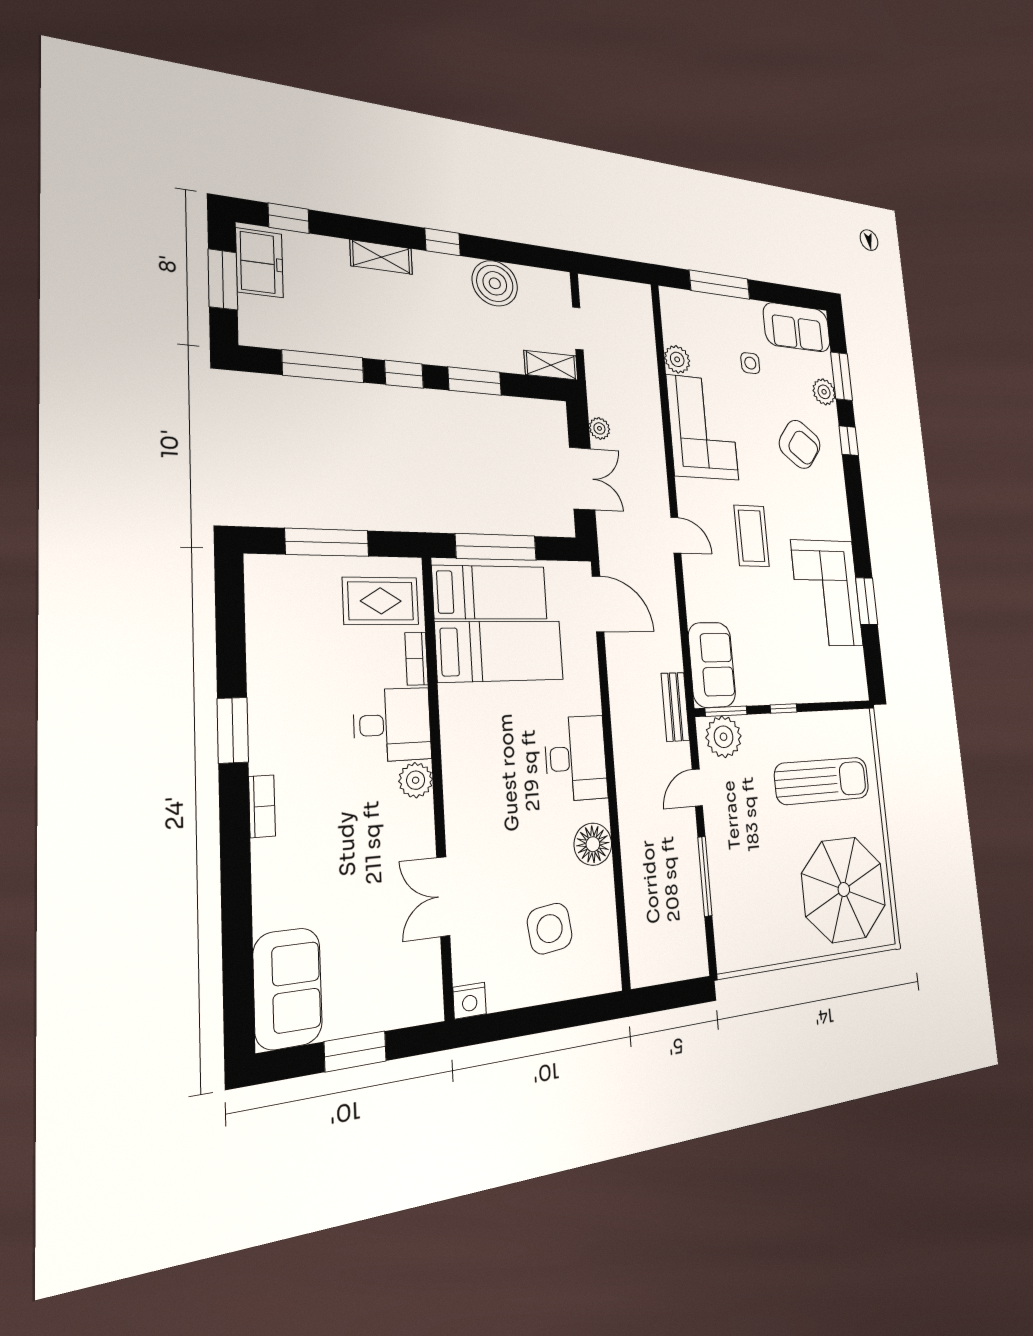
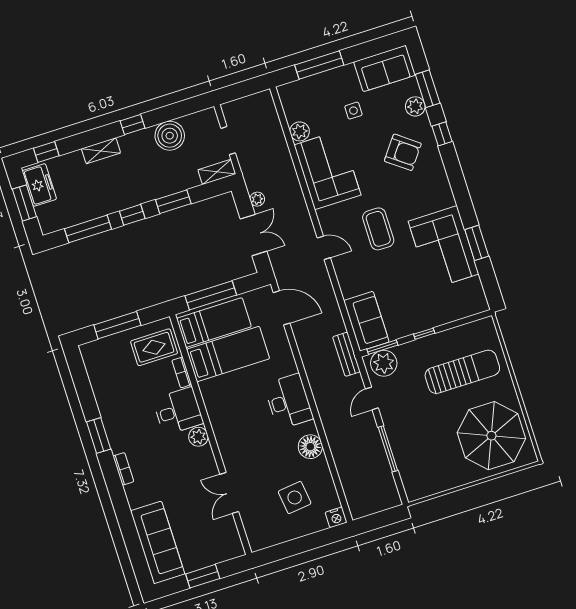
sofa: (288, 988) -> (158, 543), width x1.36
nightstand: (470, 1001) -> (336, 517), moved

